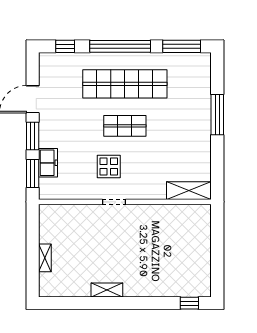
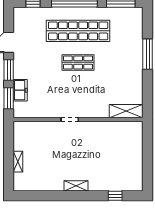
display table: (109, 167) -> (66, 93), removed
shelving: (107, 290) -> (76, 186), moved
window: (189, 303) -> (115, 196), moved

